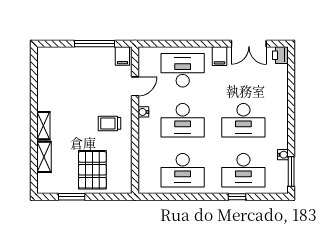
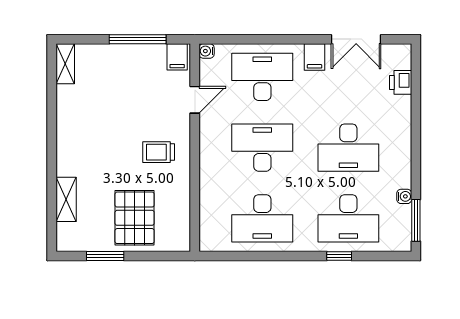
printer: (280, 55) -> (401, 82), moved
water cooler: (143, 112) -> (207, 51), moved
desk: (183, 120) -> (262, 148), turned 180
shelving: (43, 126) -> (65, 64), moved

